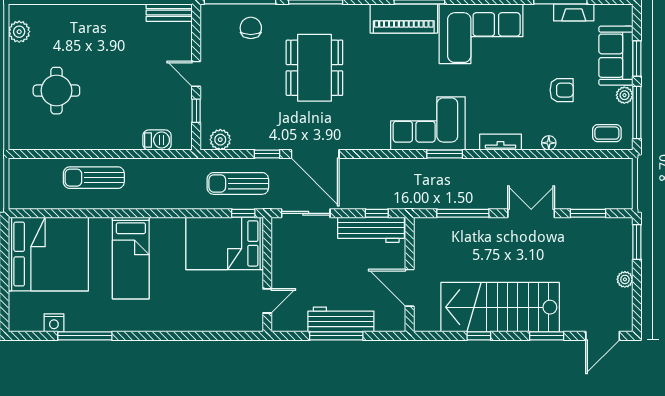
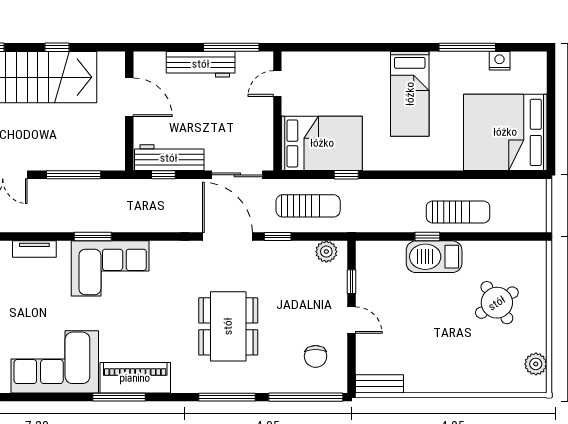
chair: (251, 28) -> (316, 356), moved
round table: (56, 91) -> (497, 303), turned -33
barbecue: (157, 140) -> (434, 257), moved, width x1.88, depth x1.53
window: (123, 154) -> (427, 237), added
window: (243, 213) -> (346, 175), moved
bed: (131, 258) -> (410, 94), moved, turned 180
window: (336, 336) -> (231, 47), moved

